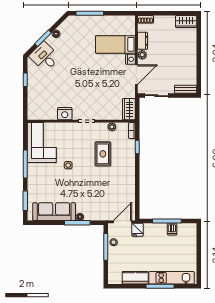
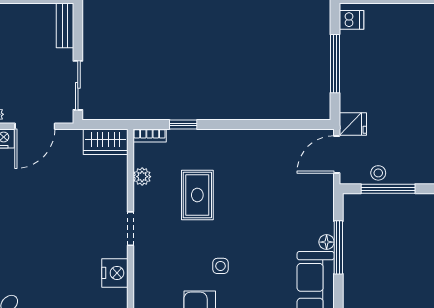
door: (136, 75) -> (35, 126), swing flipped
rug: (103, 154) -> (197, 195), turned 90
door: (123, 222) -> (337, 154), hinge flipped
dishwasher: (172, 229) -> (351, 20), moved

